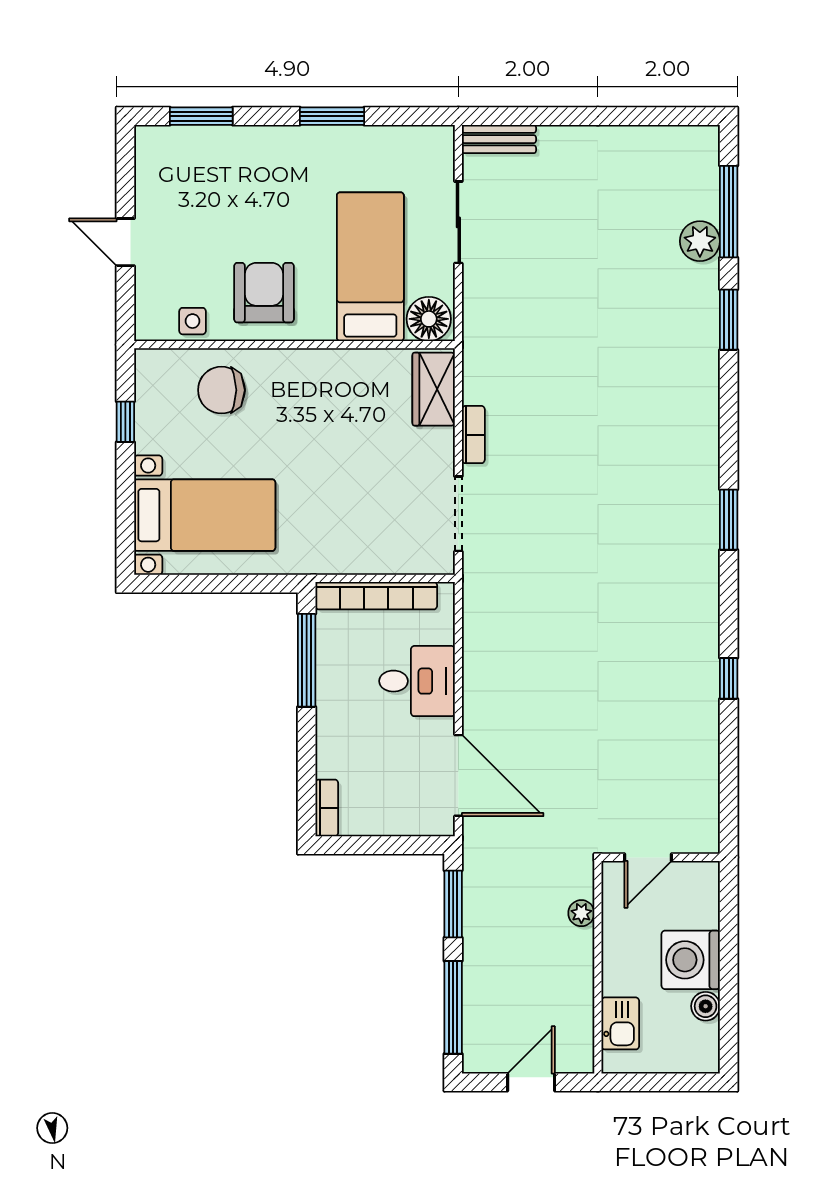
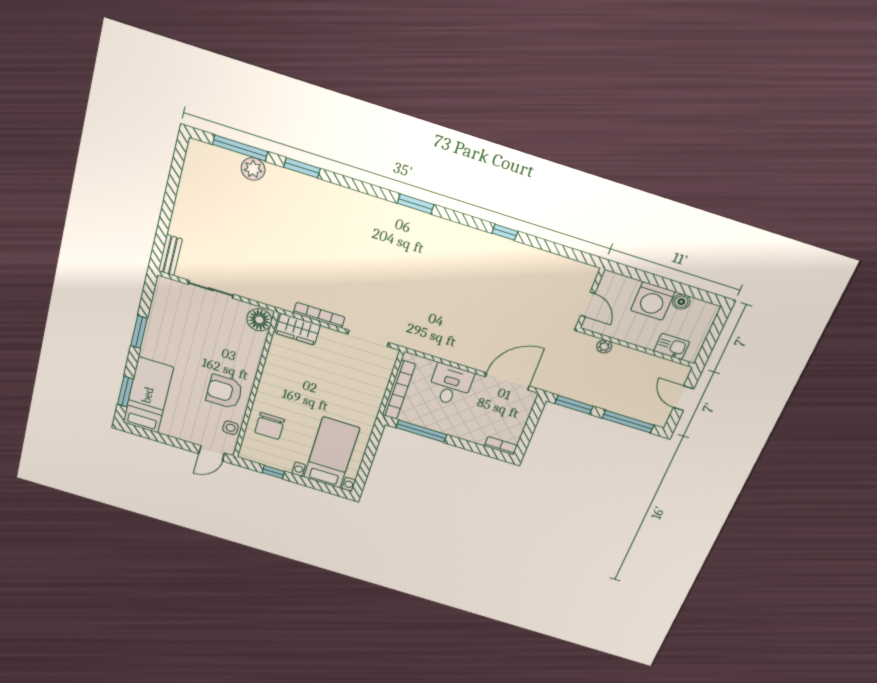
door: (125, 242) -> (212, 453), moved
bed: (370, 267) -> (148, 395), moved, turned 90
bookcase: (473, 435) -> (319, 315), width x1.56

